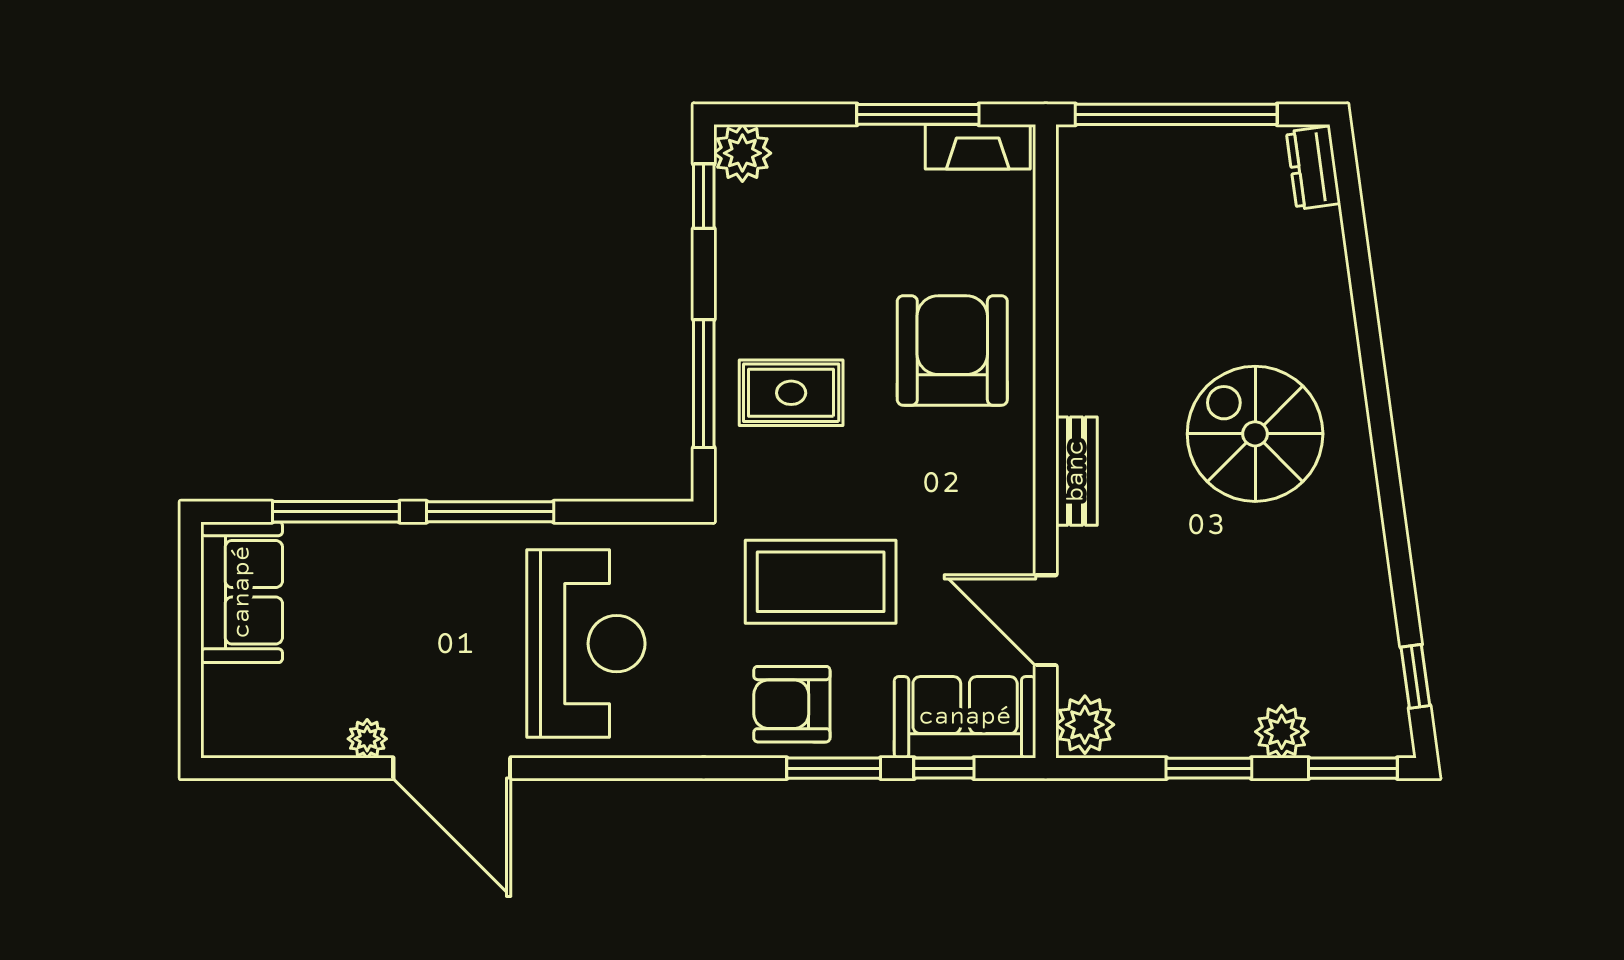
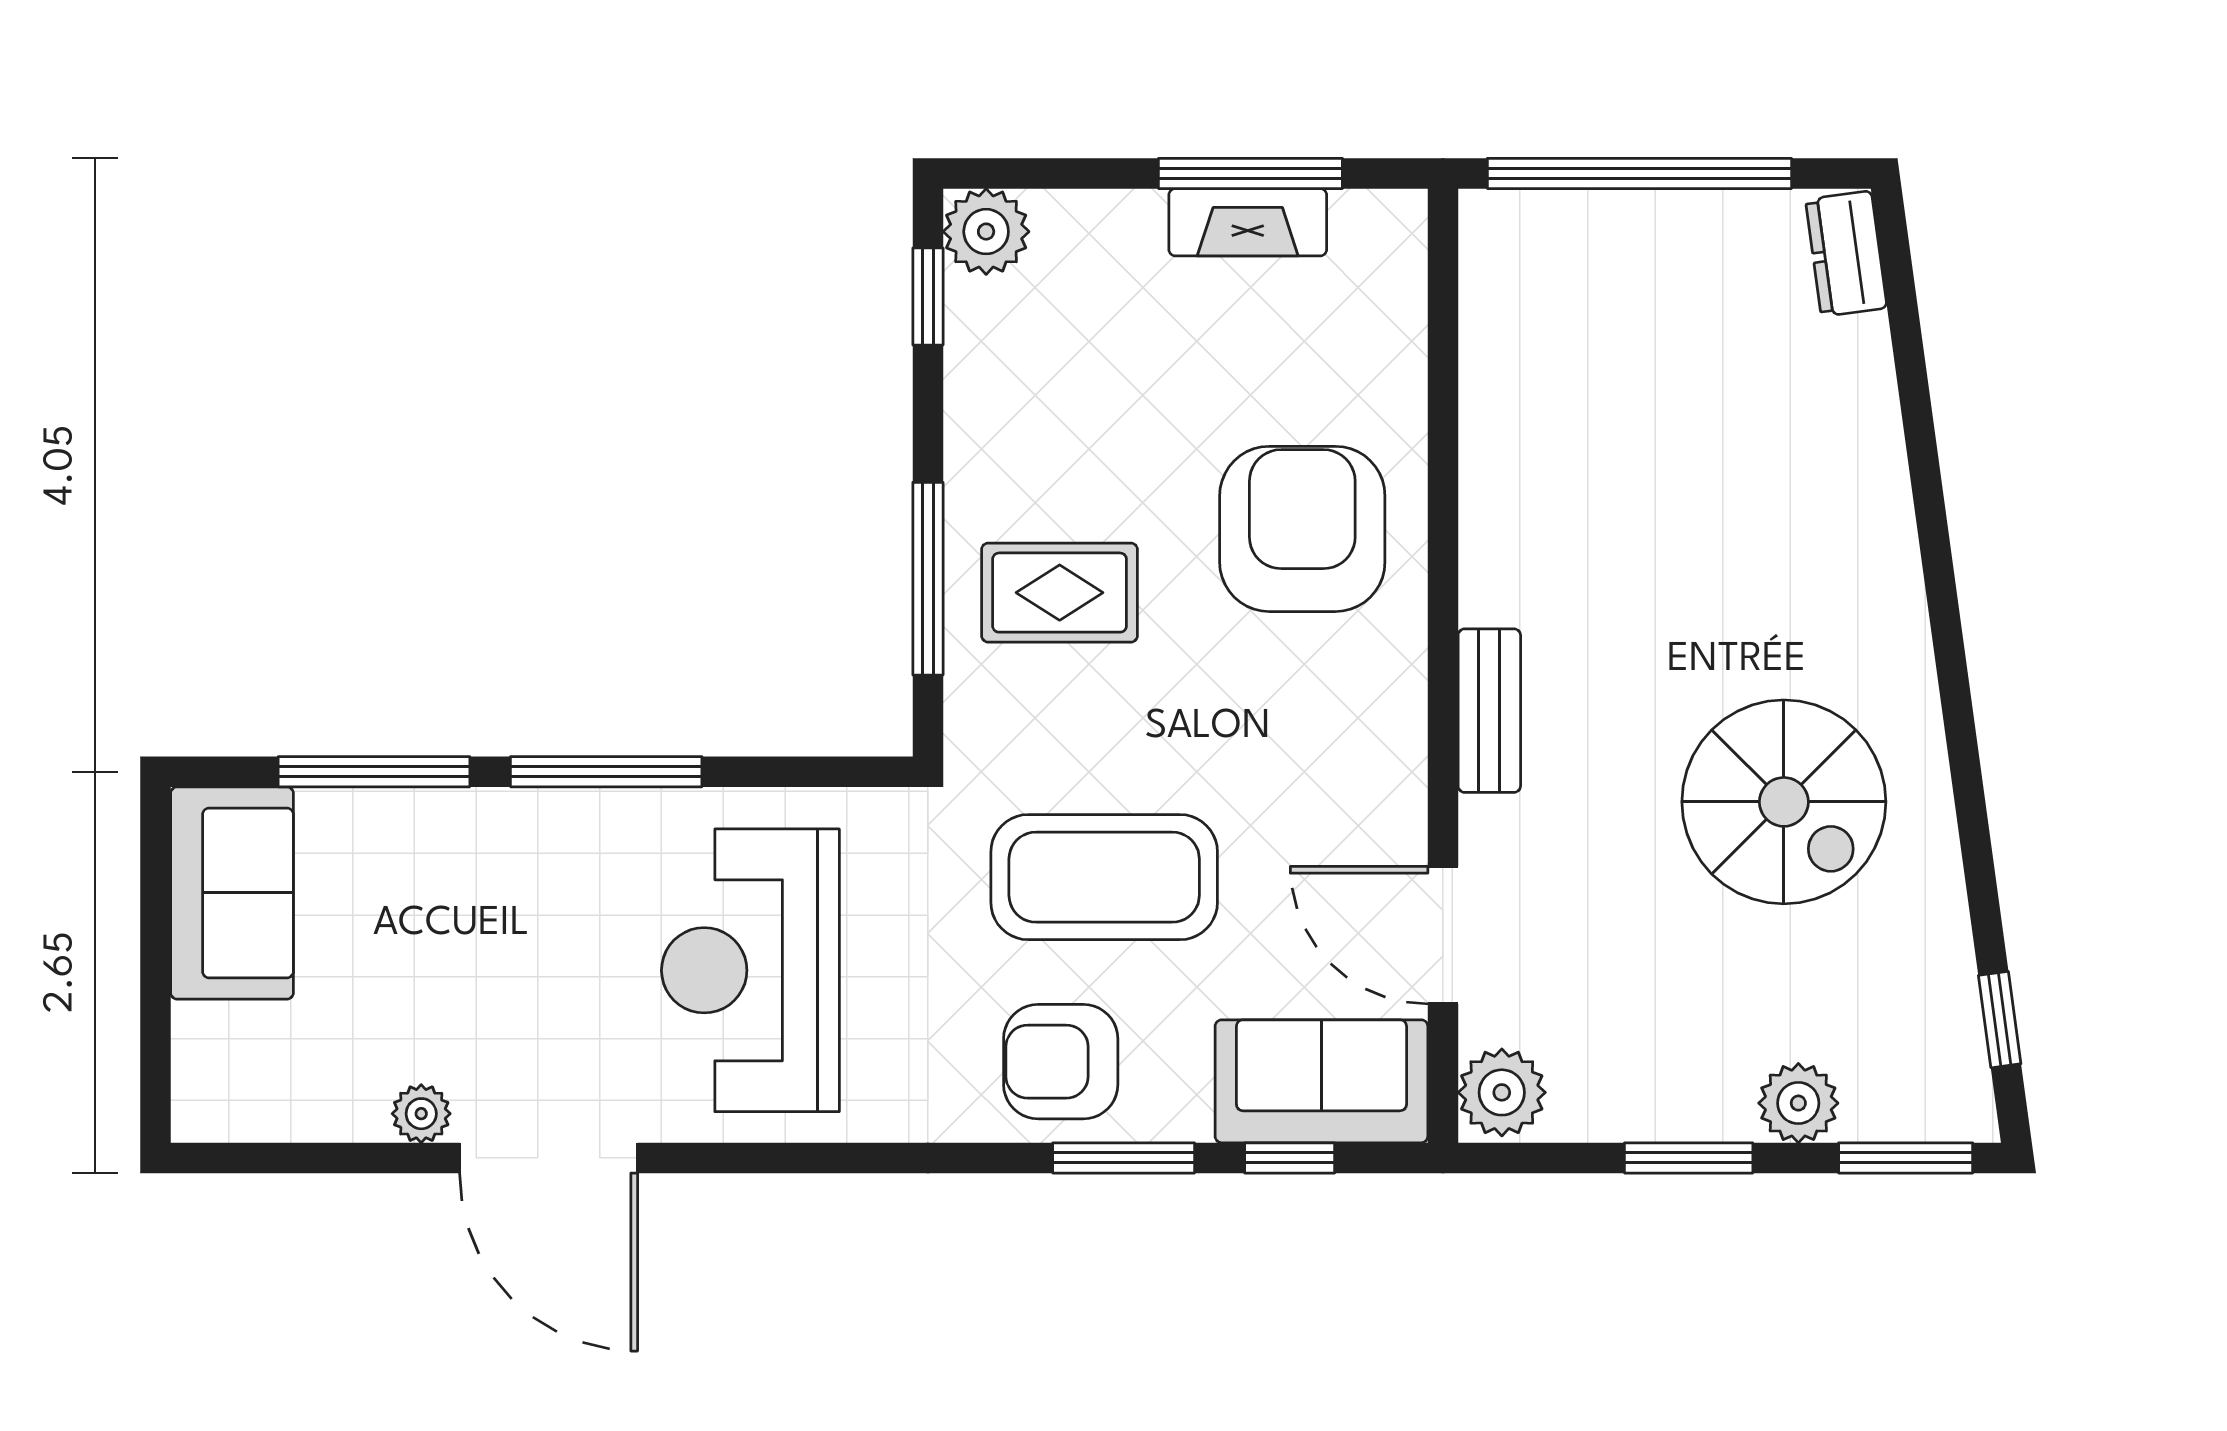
fireplace: (978, 147) -> (1248, 222), moved
spiral stairs: (1255, 434) -> (1784, 802), moved, turned 180
reception desk: (586, 644) -> (750, 970), turned 180

